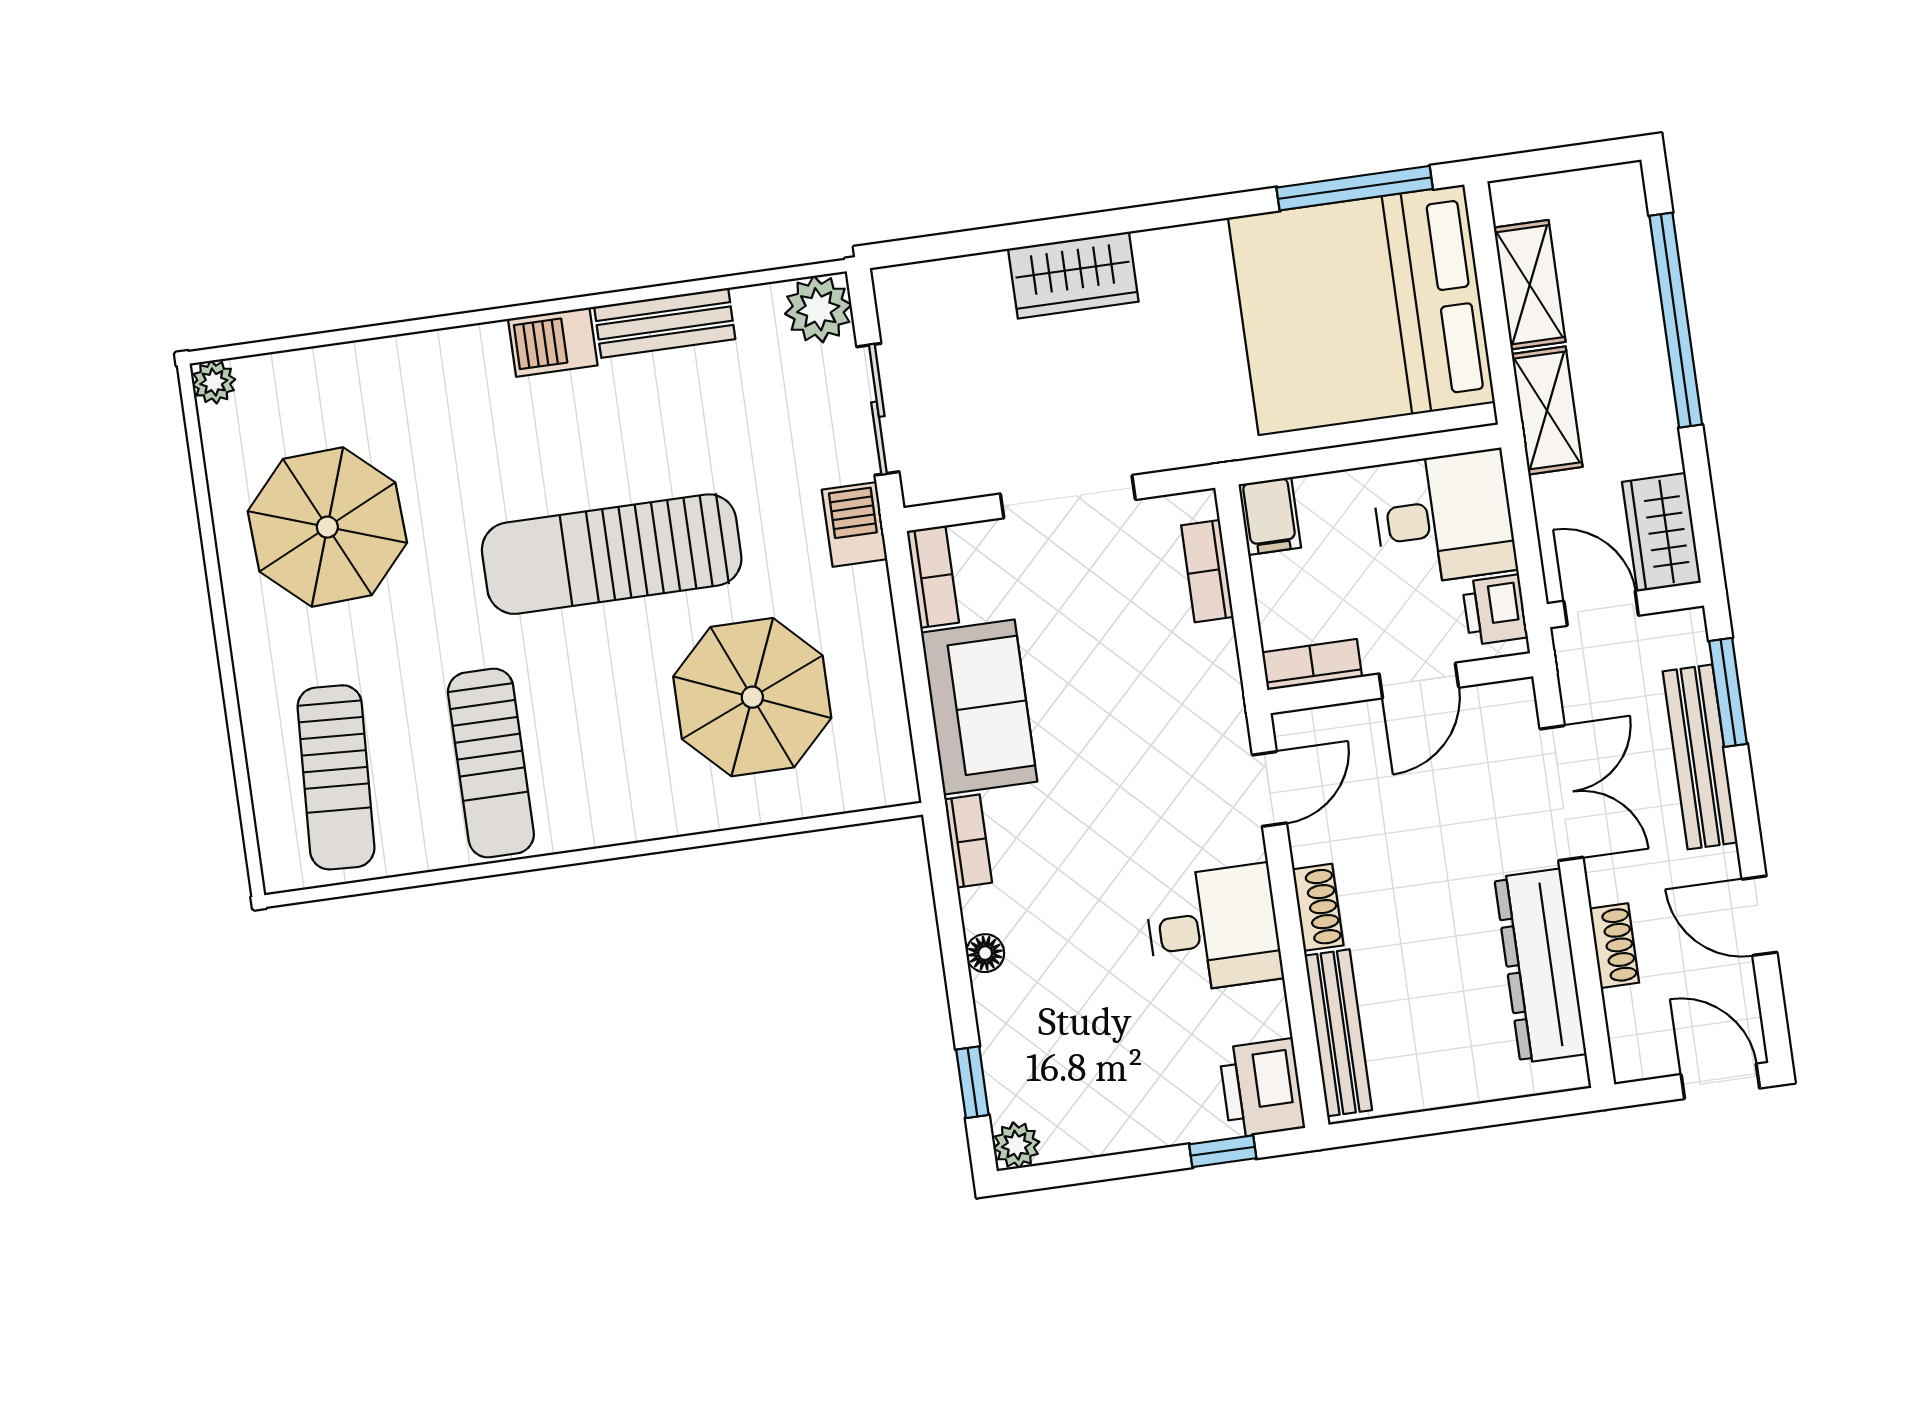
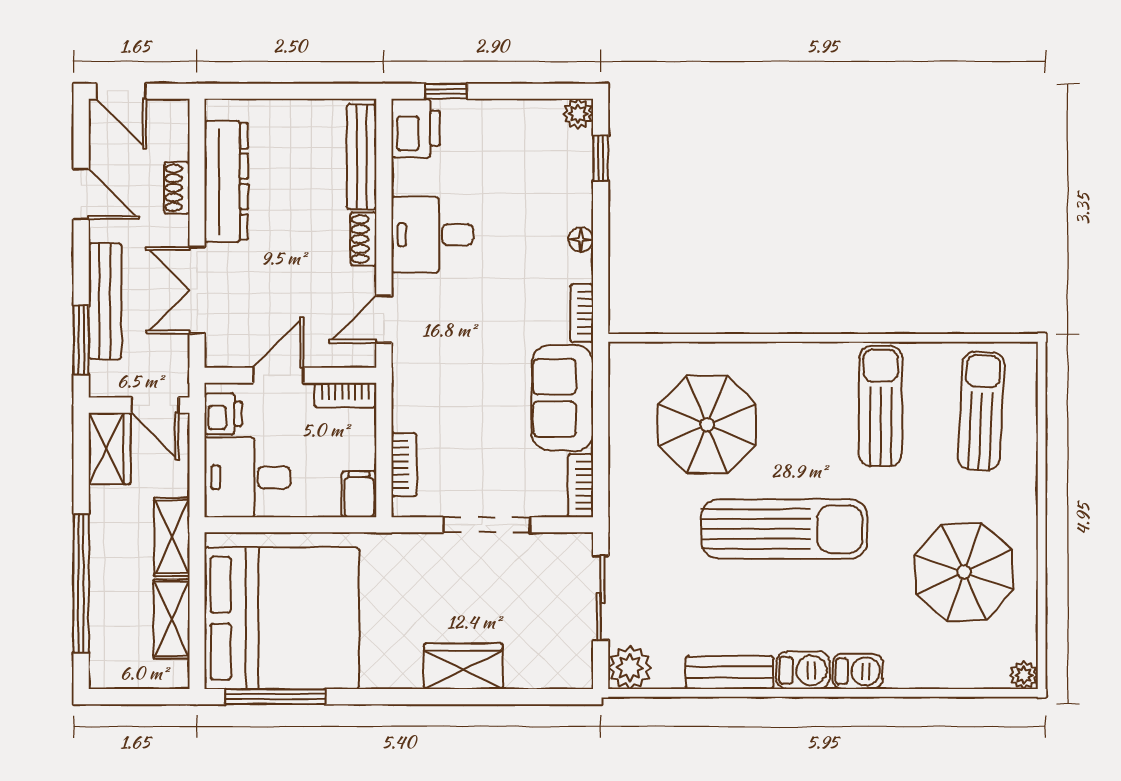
barbecue: (854, 524) -> (858, 671), moved, turned -90

